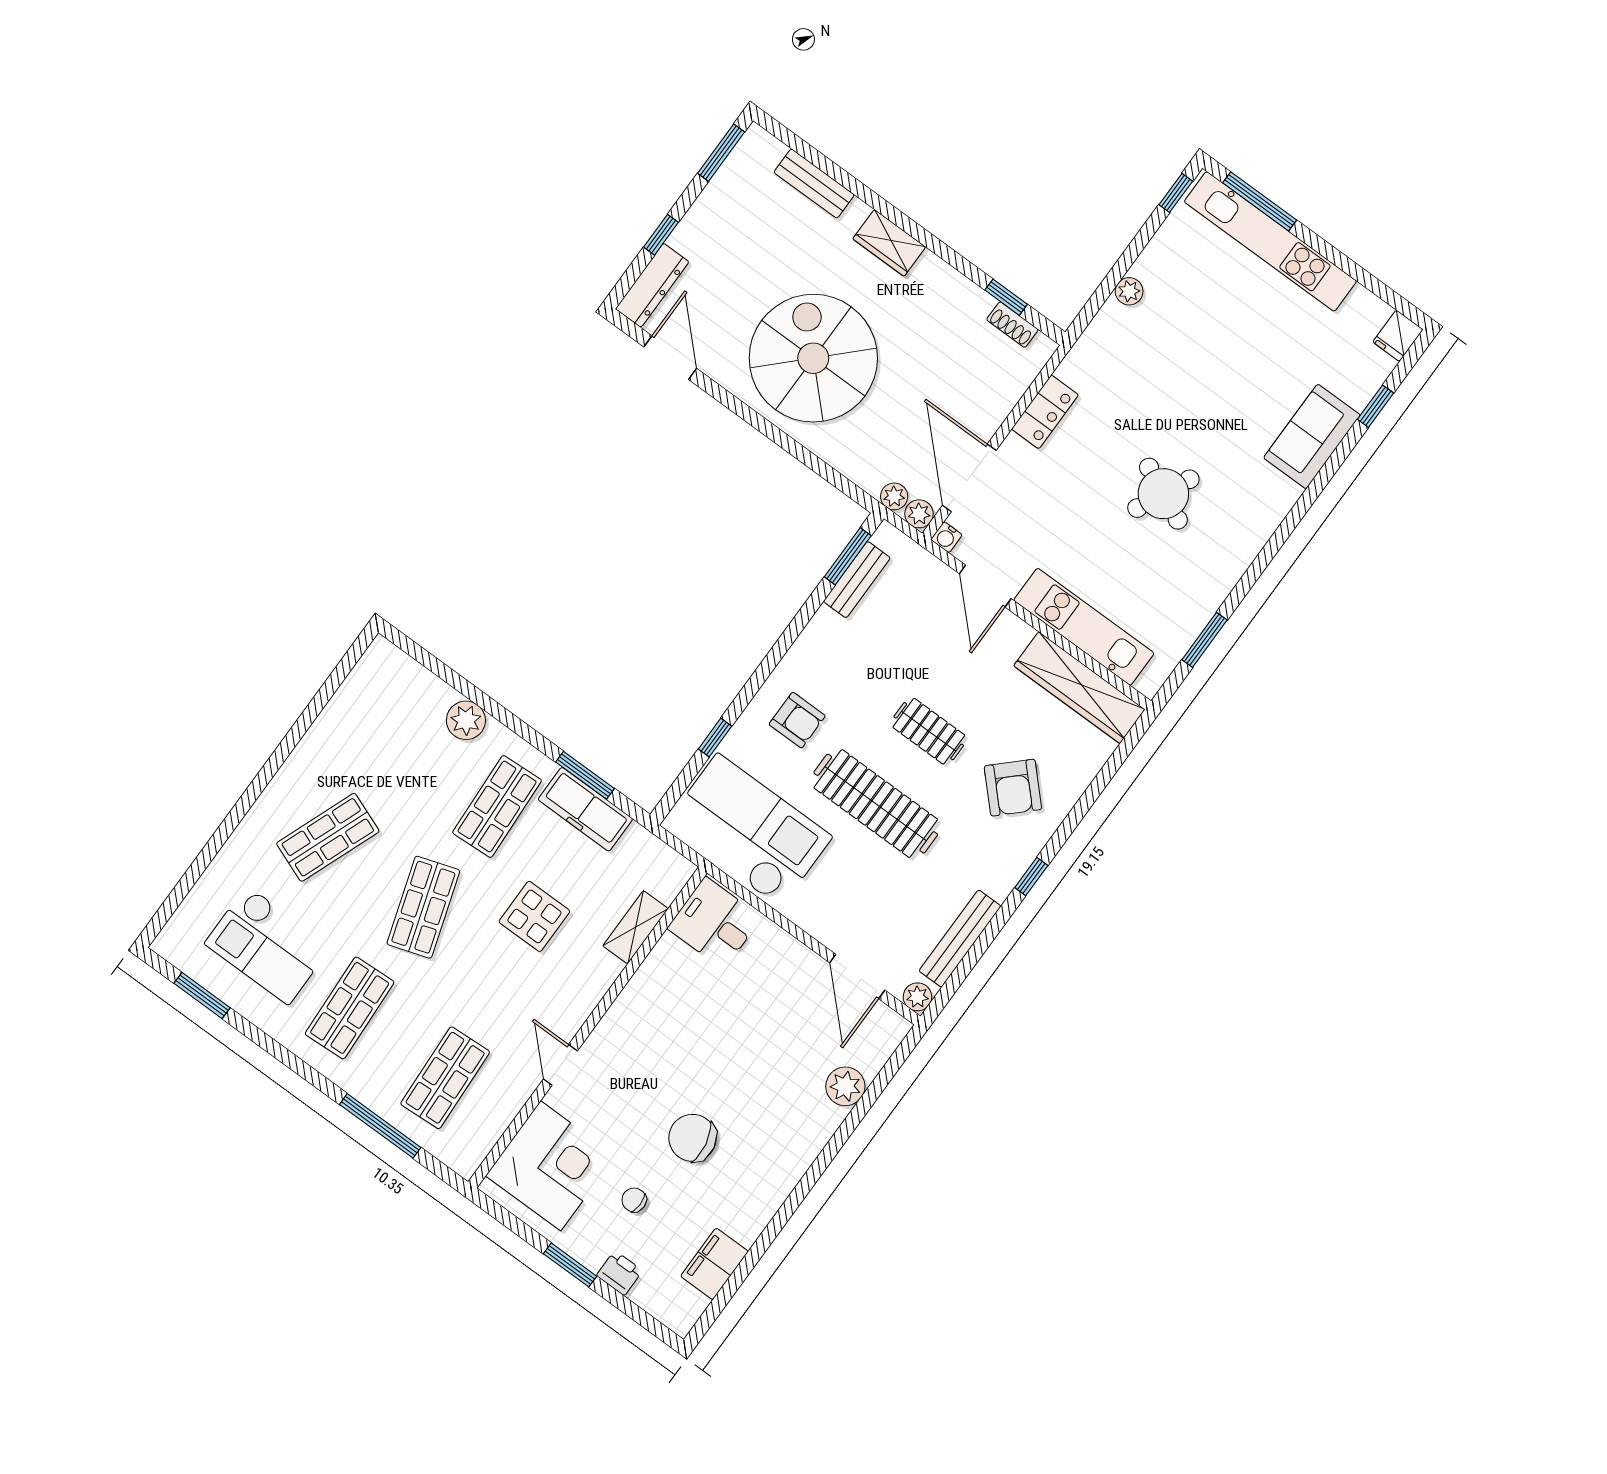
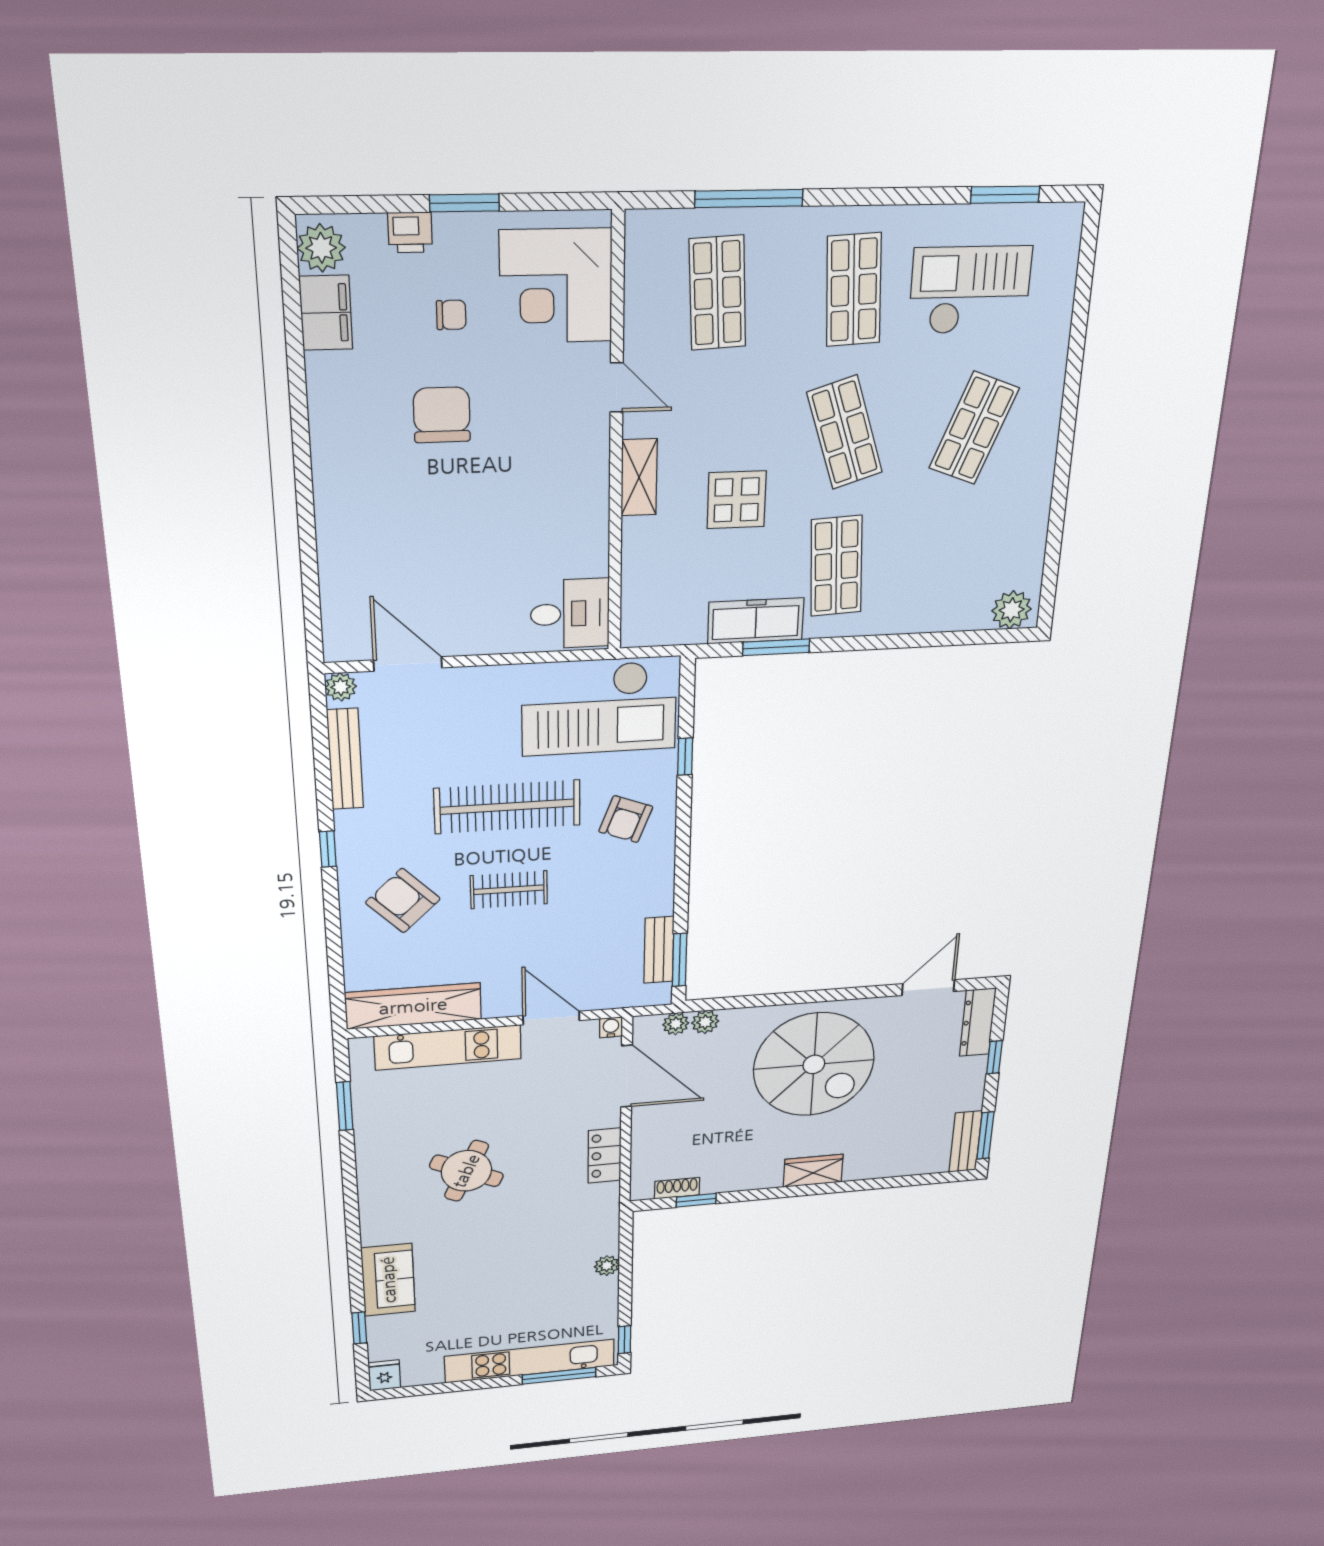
bench: (814, 184) -> (966, 1142), moved, turned 90
door: (670, 358) -> (928, 988), swing flipped
plant: (919, 514) -> (705, 1022), moved
plant: (466, 720) -> (1012, 610), moved
armchair: (797, 720) -> (626, 819), turned -69
shelving: (636, 927) -> (639, 477), moved
plant: (845, 1086) -> (321, 248), moved
chair: (693, 1138) -> (442, 415), turned -79

